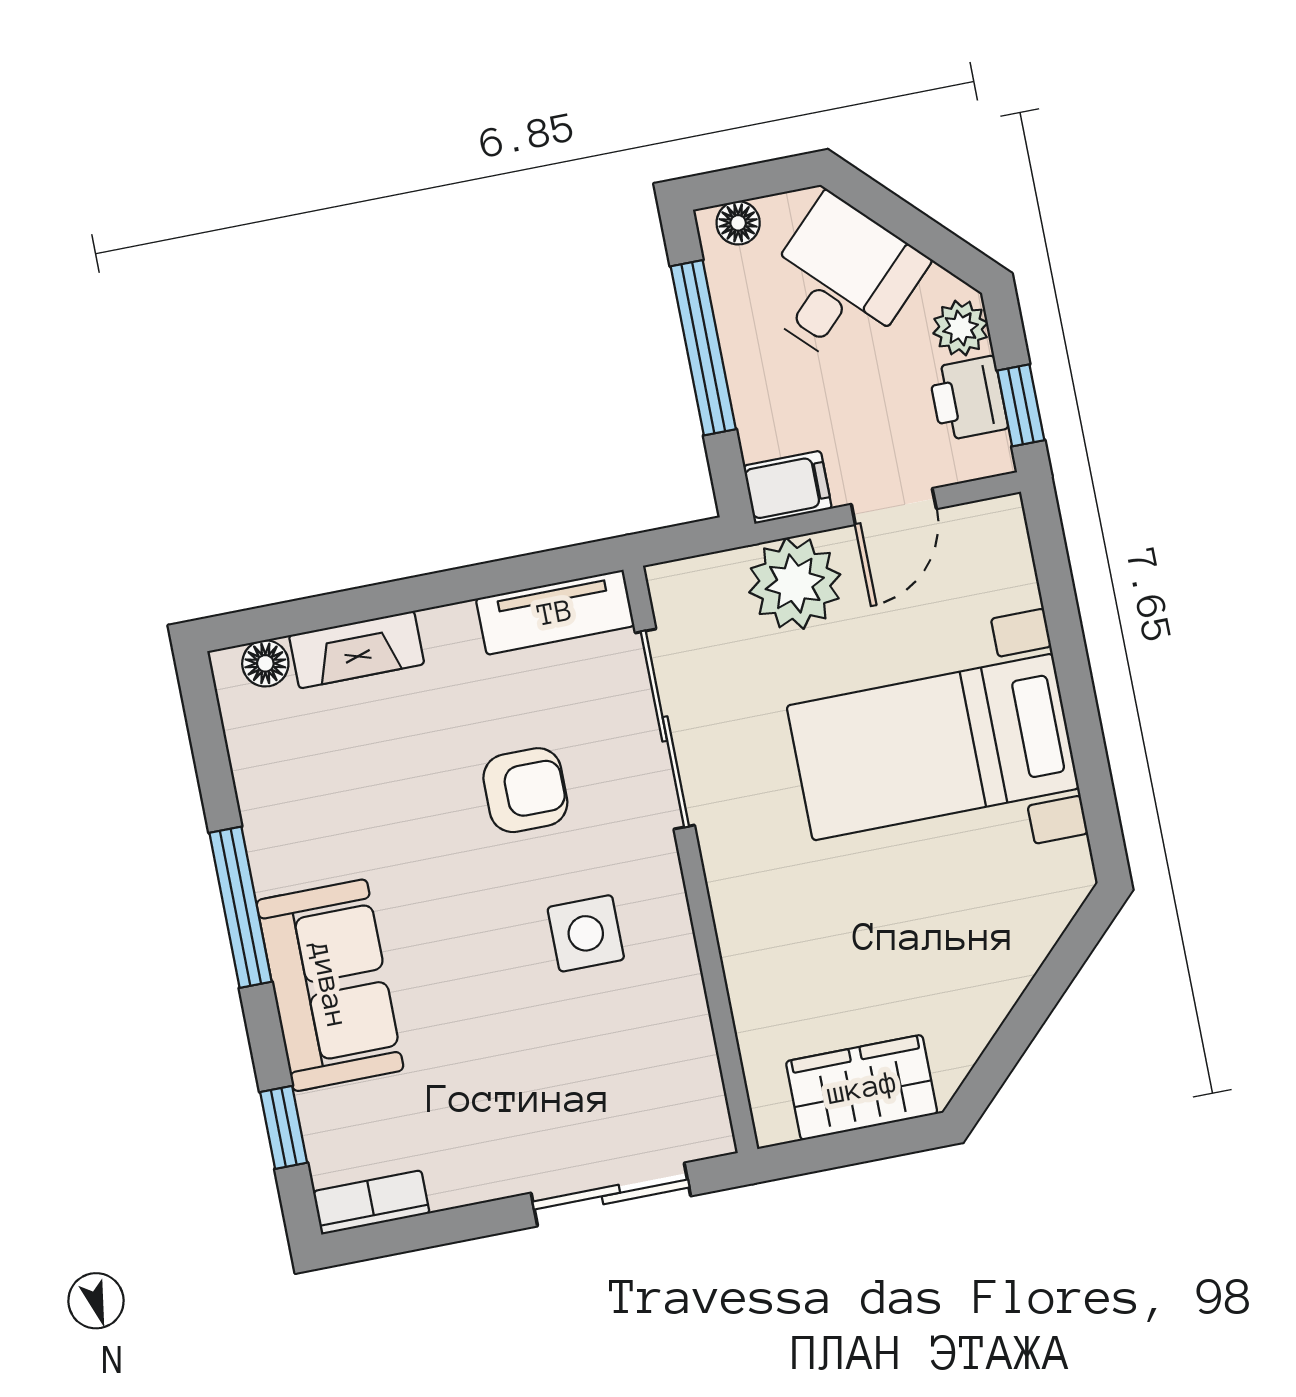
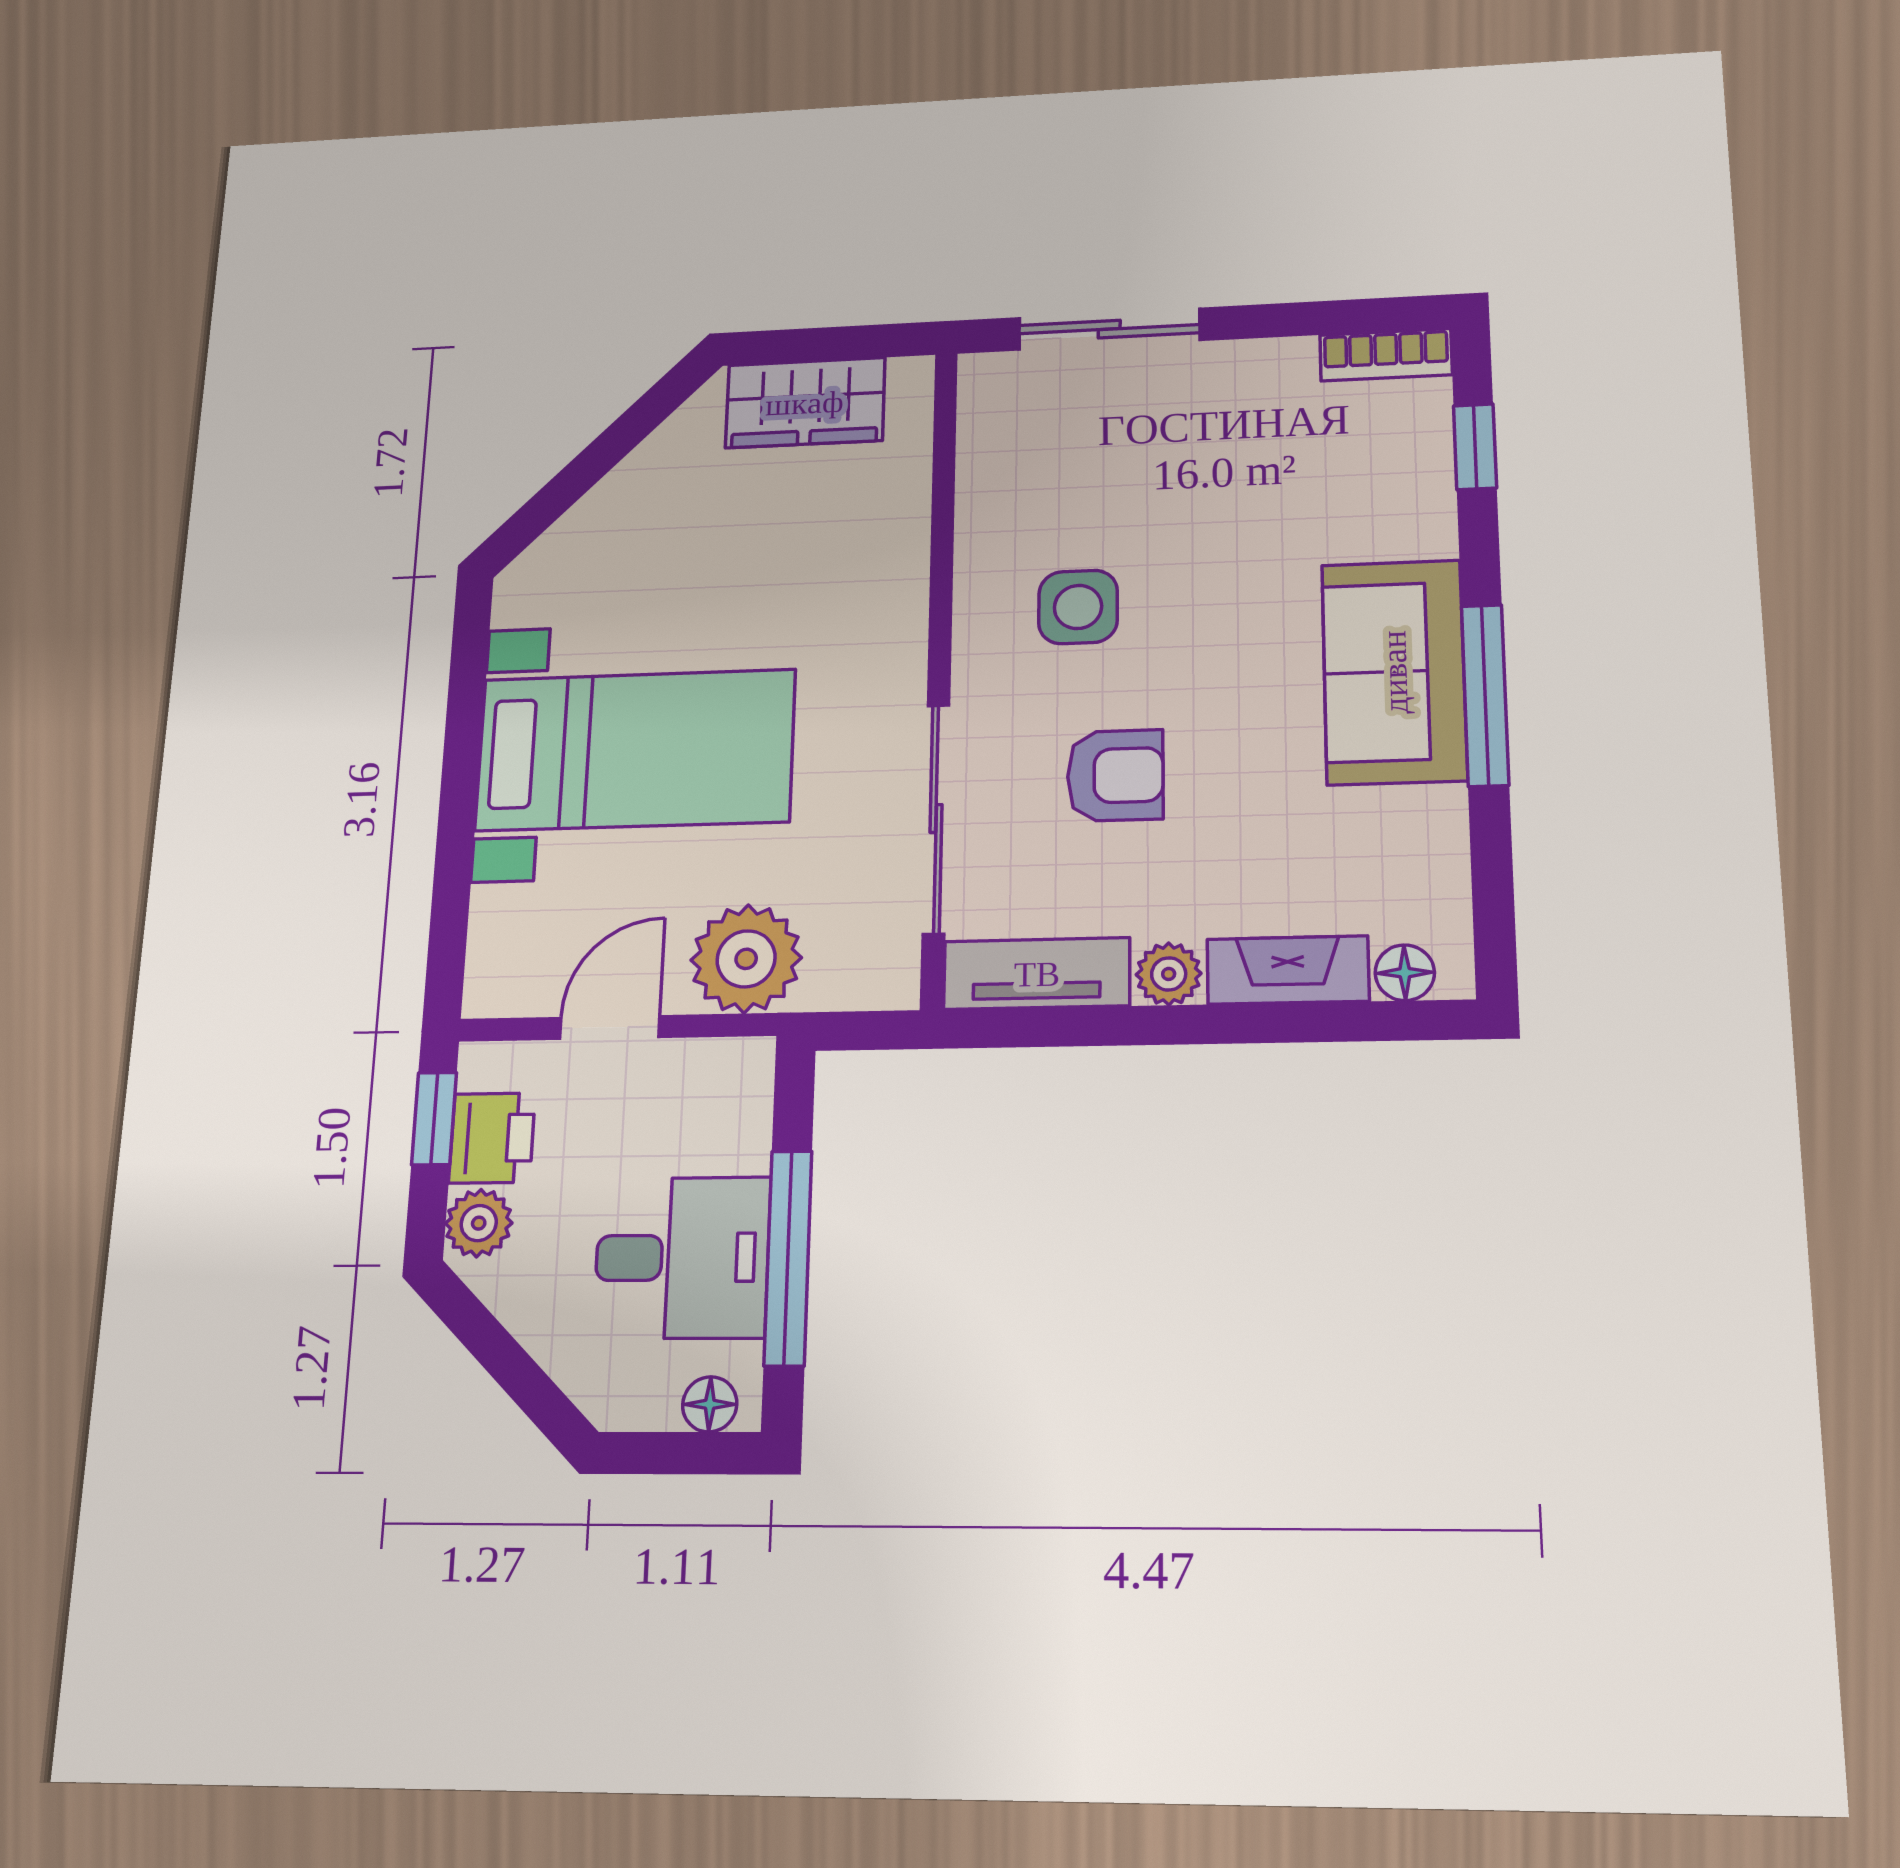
desk: (840, 282) -> (682, 1258), moved, turned -135
filing cabinet: (788, 487) -> (727, 1072), removed
plant: (450, 630) -> (1169, 974), added
armchair: (525, 790) -> (1115, 775), turned 180
sofa: (330, 985) -> (1394, 672), moved

